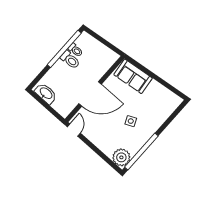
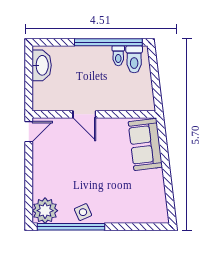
toilet: (70, 60) -> (134, 59), moved
door: (90, 94) -> (84, 114), width x0.53
side table: (131, 121) -> (83, 212), moved

